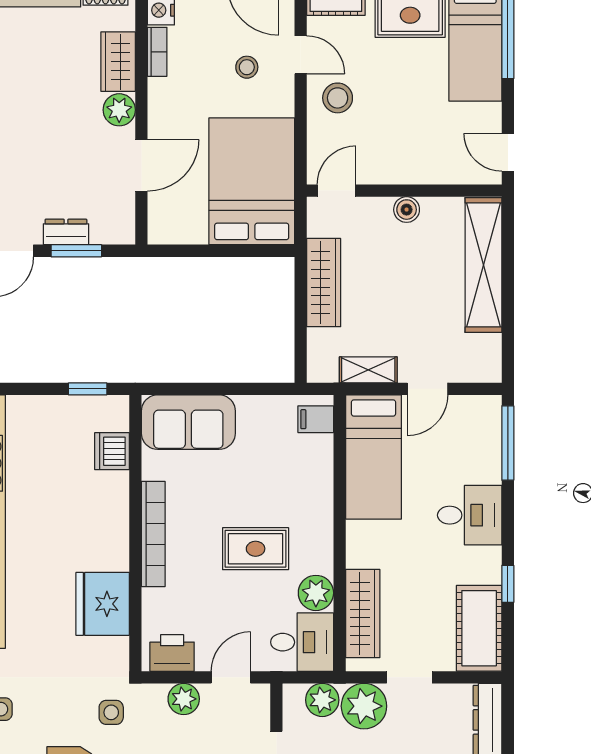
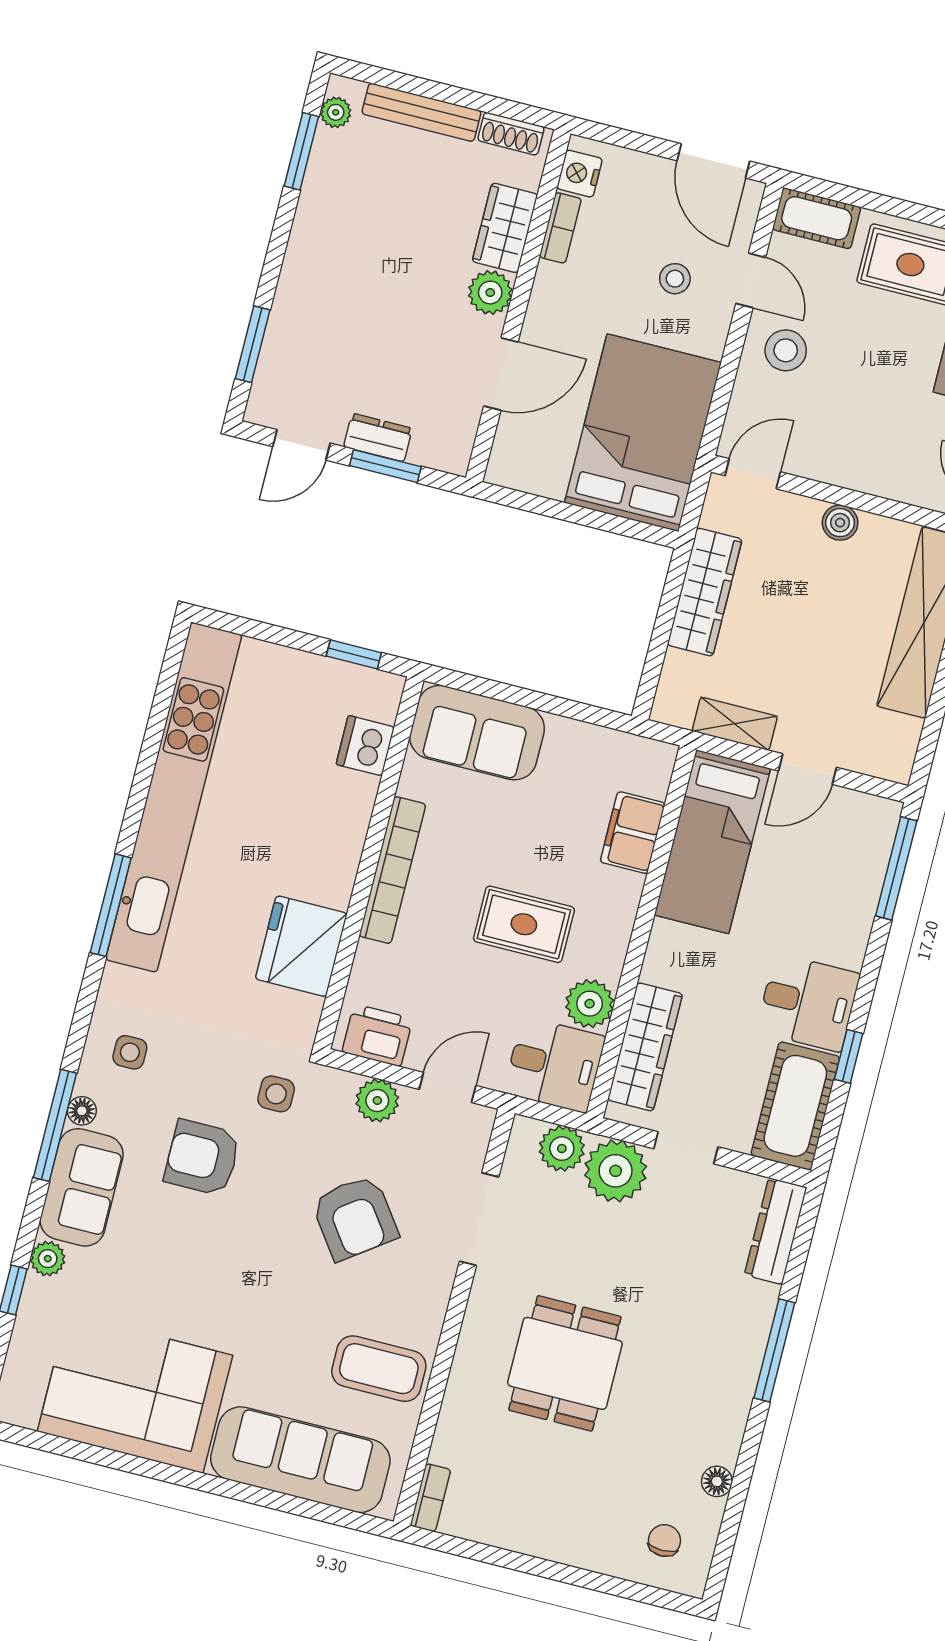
filing cabinet: (316, 419) -> (633, 833), moved, width x2.00
desk: (470, 515) -> (808, 1003), moved

